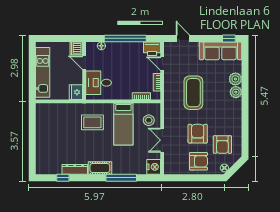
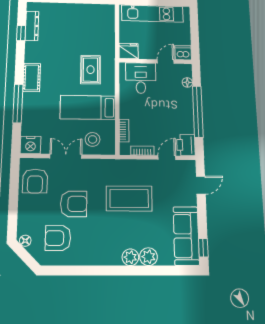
armchair: (198, 161) -> (35, 181), moved
dresser: (75, 169) -> (32, 26), moved

